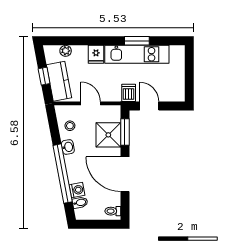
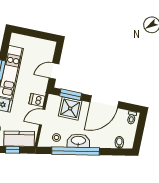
dishwasher: (129, 93) -> (37, 100), moved
washbasin: (68, 147) -> (78, 141), width x1.91, depth x1.45
window: (63, 174) -> (76, 151), moved
washing machine: (77, 190) -> (109, 143), removed

